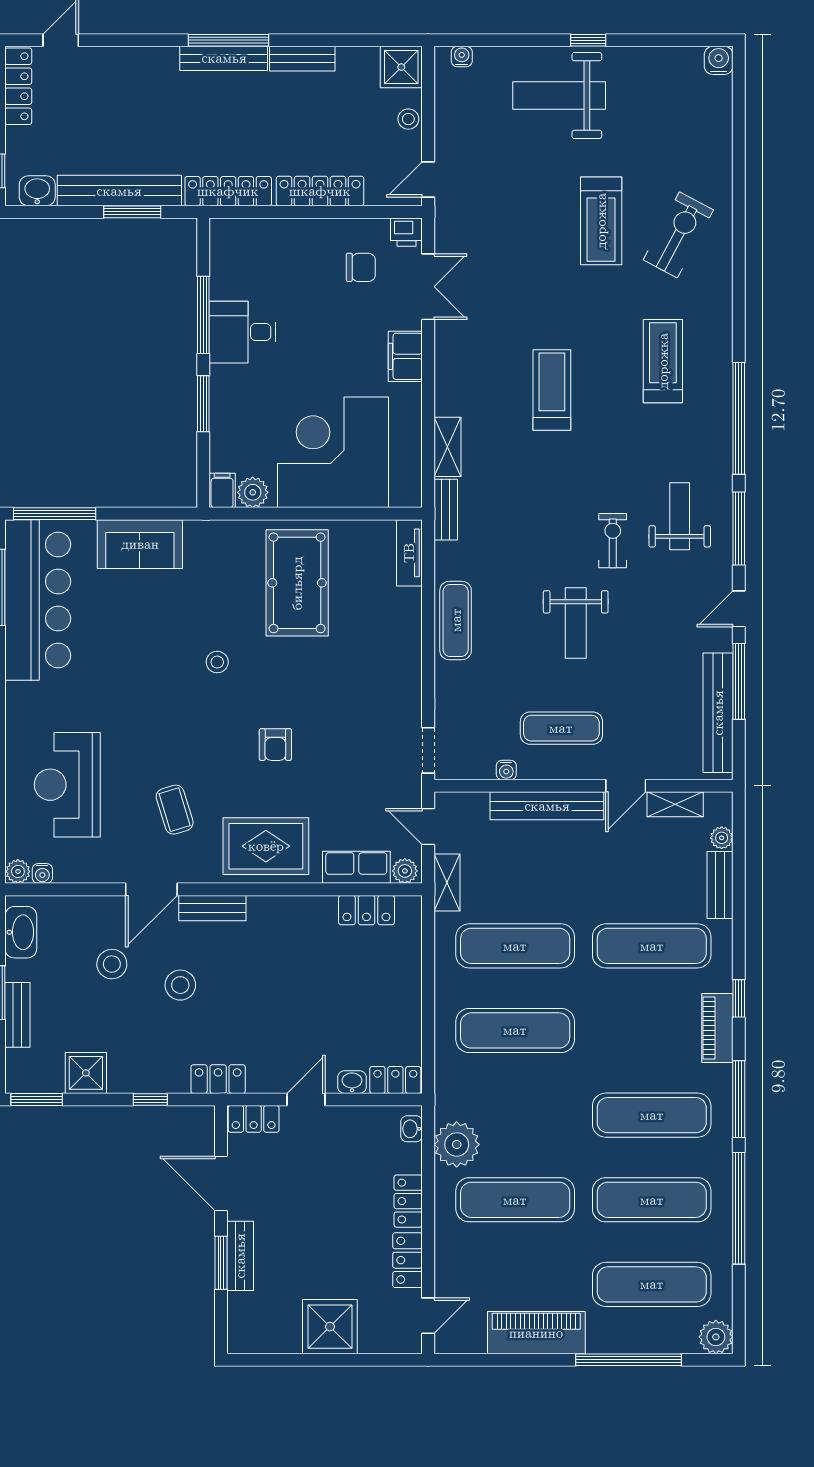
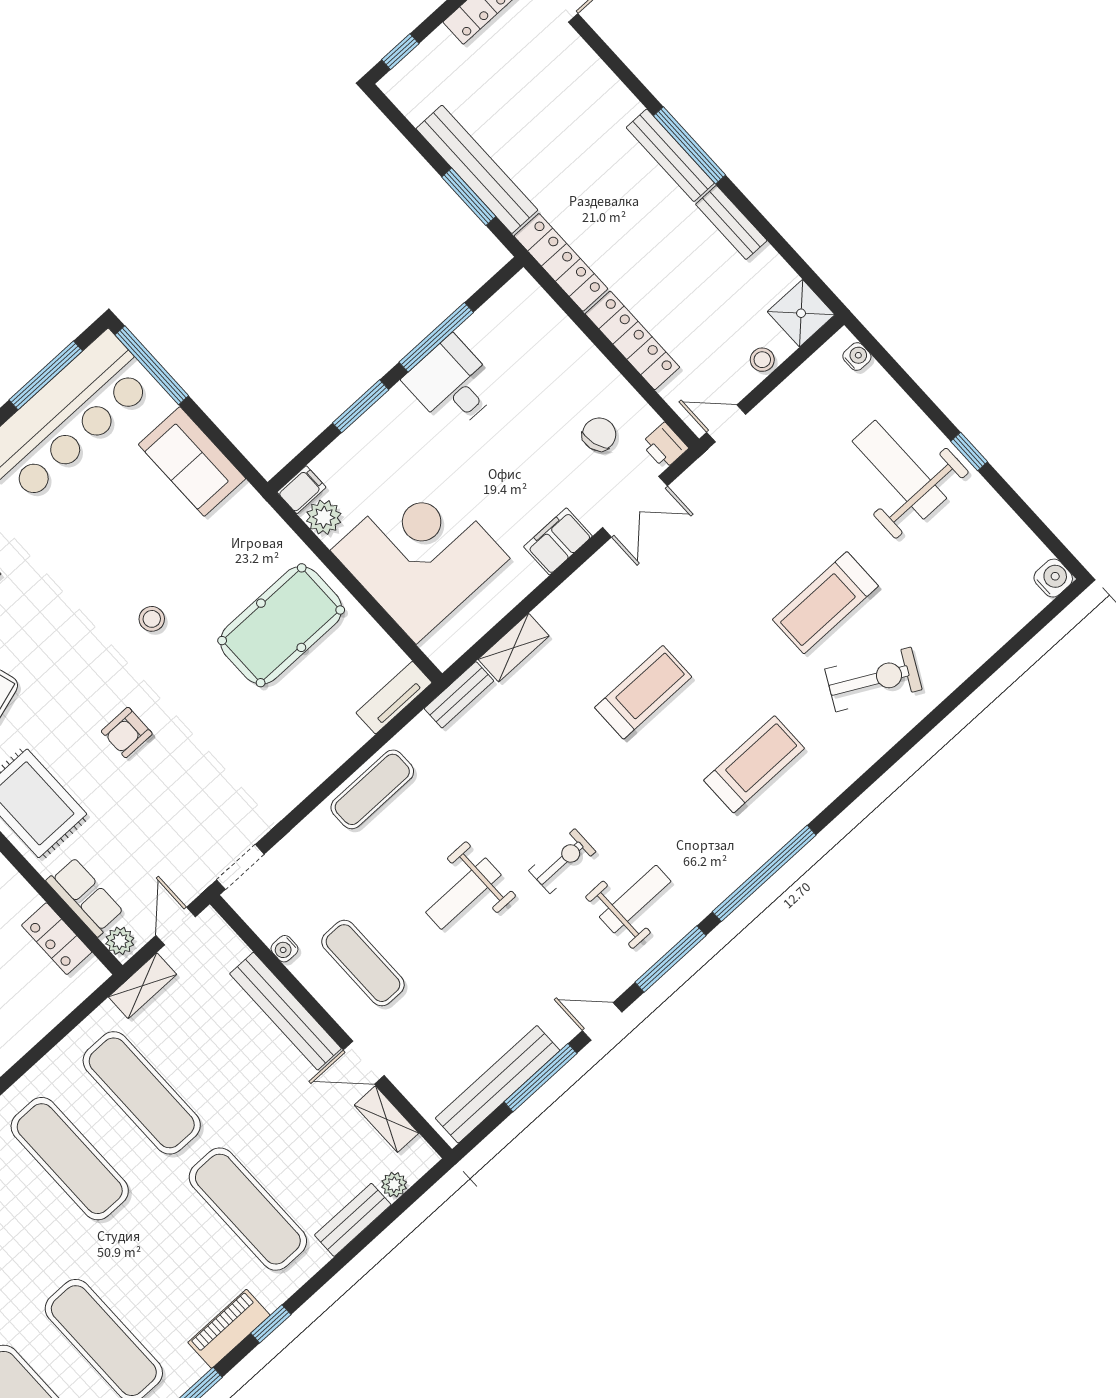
washbasin: (37, 191) -> (413, 100), removed
chair: (361, 267) -> (599, 434), turned -106

